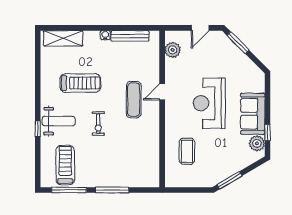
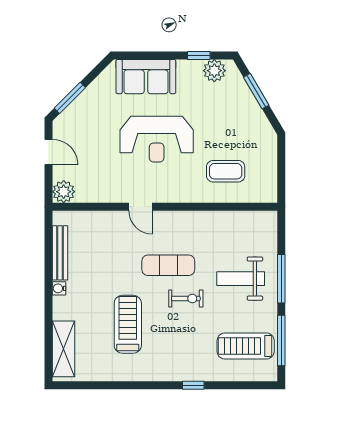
plant: (173, 50) -> (64, 192), moved
exercise mat: (134, 100) -> (168, 265), moved
sofa: (253, 114) -> (146, 77), moved
weight bench: (59, 121) -> (241, 279), moved, turned -90
window: (230, 180) -> (256, 91), moved

